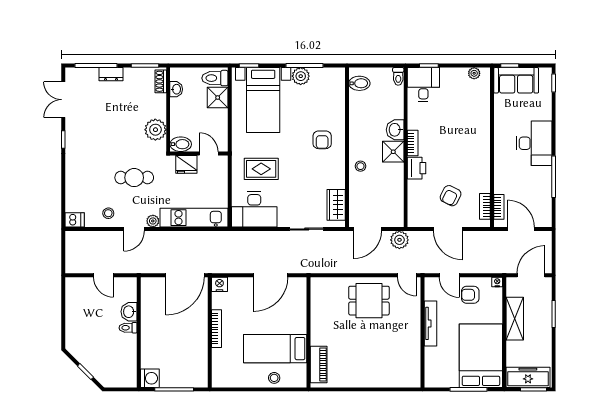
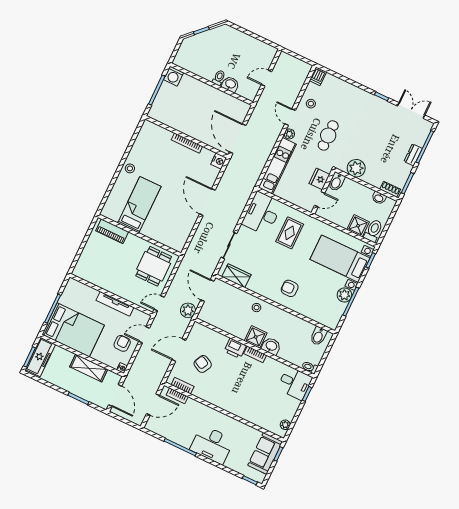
wall: (308, 332) -> (140, 235), moved
bed: (275, 349) -> (139, 205), moved
piano: (319, 364) -> (112, 231), moved

